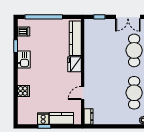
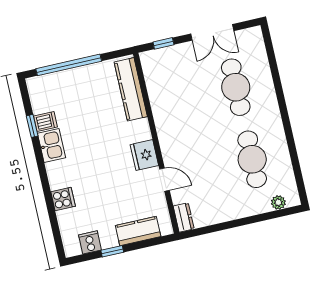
dishwasher: (24, 32) -> (45, 122), moved
fridge: (74, 64) -> (144, 155), moved
door: (83, 93) -> (164, 180), swing flipped
cooker: (43, 119) -> (90, 242), moved

